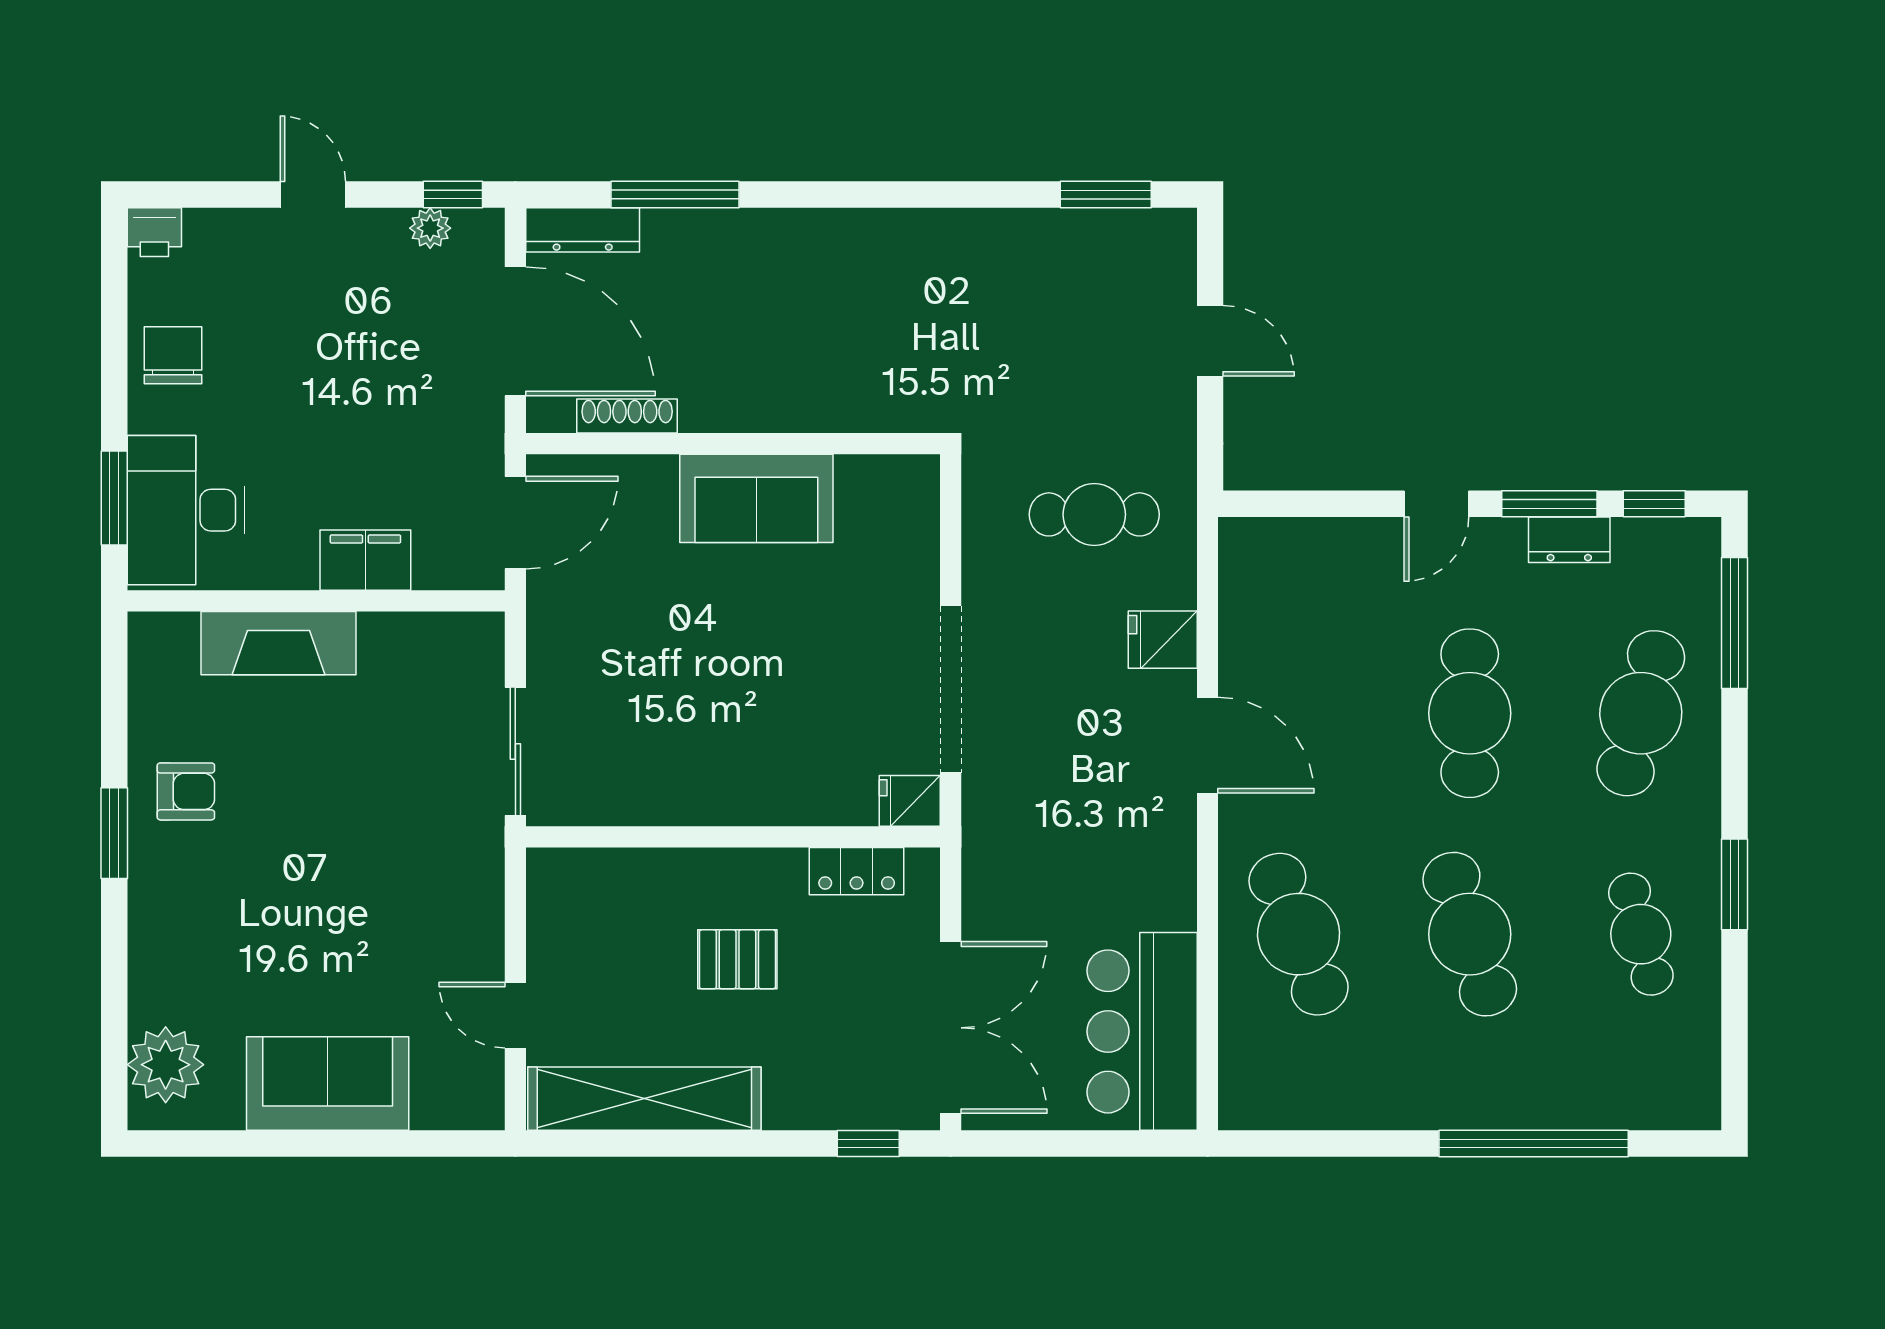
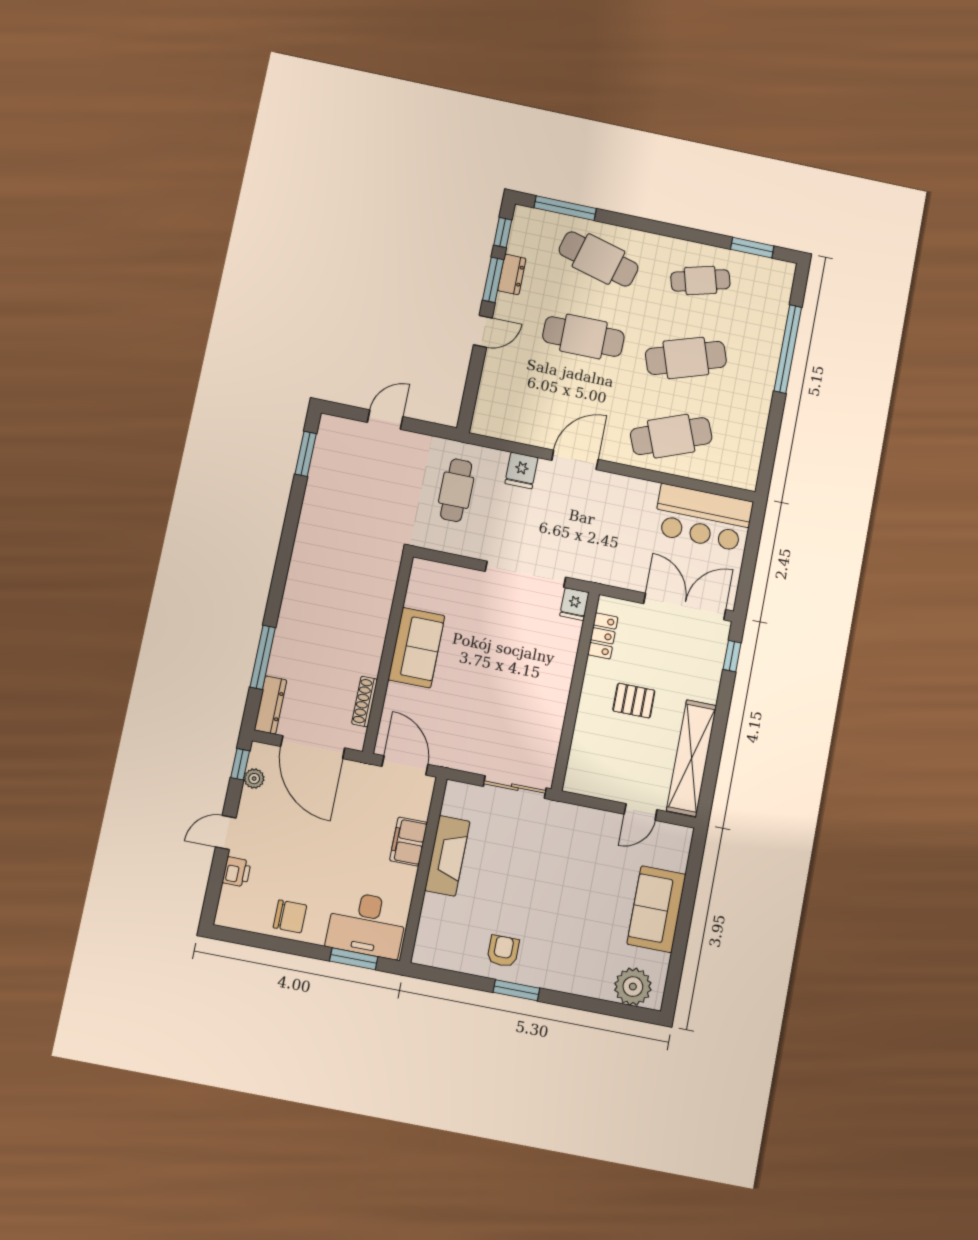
printer: (154, 232) -> (237, 872), moved
door: (515, 331) -> (313, 747), swing flipped
chair: (173, 355) -> (290, 916), turned 180
door: (1436, 504) -> (483, 331), hinge flipped
fireplace: (278, 643) -> (447, 856), moved
window: (1734, 884) -> (752, 248), moved
pallet: (737, 959) -> (634, 701), turned 90

